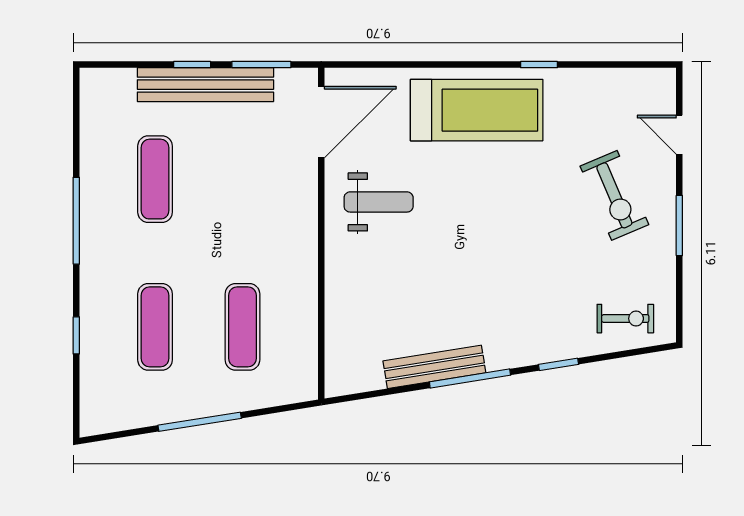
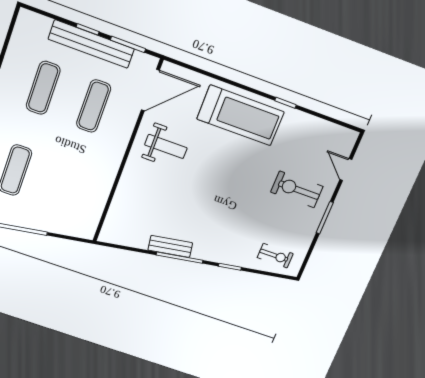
exercise bike: (614, 195) -> (297, 189), turned 113
exercise mat: (242, 327) -> (94, 106), moved
bench: (434, 367) -> (170, 246), width x0.73

